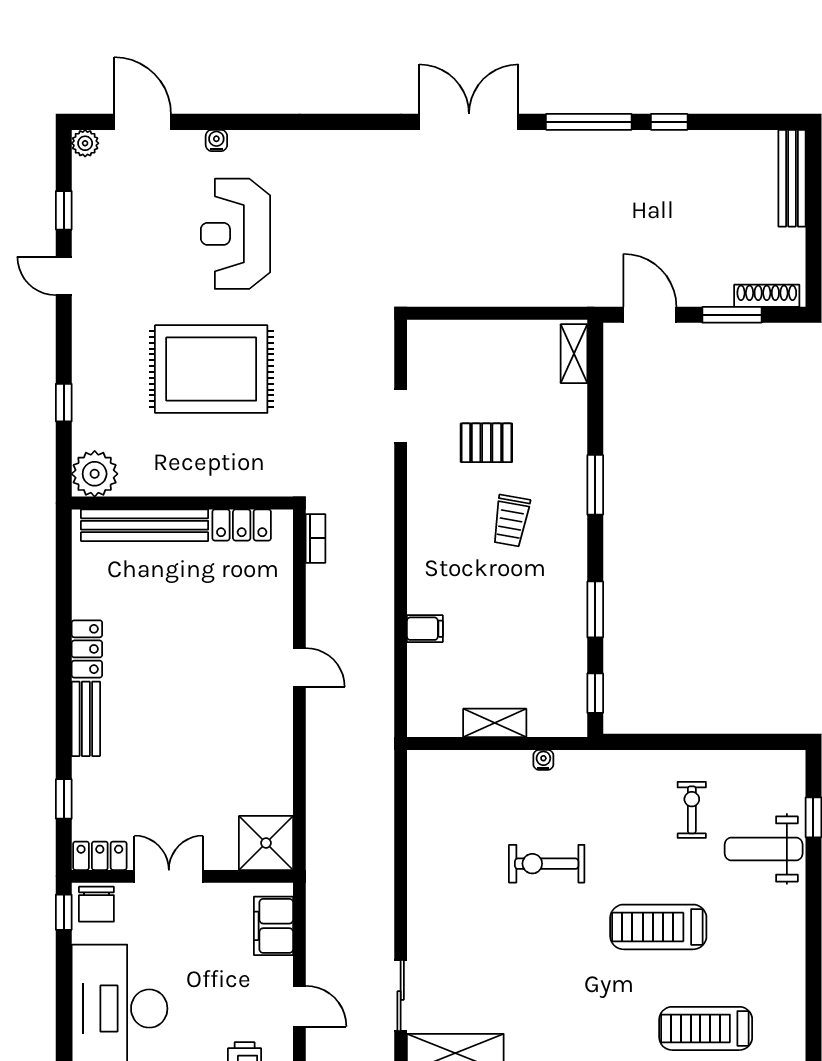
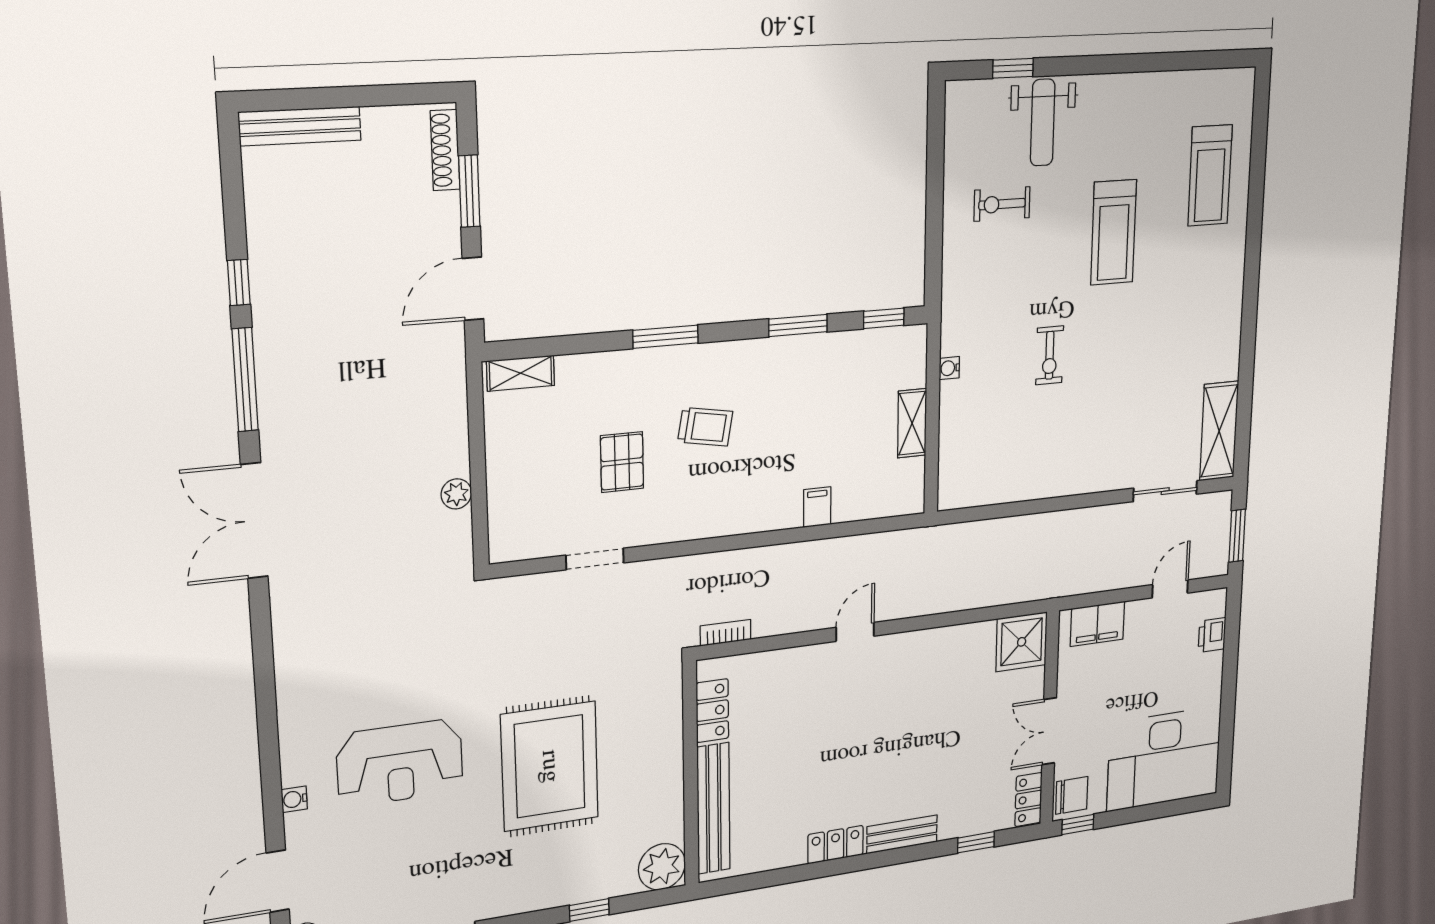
plant: (474, 294) -> (456, 494), added
exercise bike: (547, 864) -> (1050, 355), width x0.73, depth x0.72

